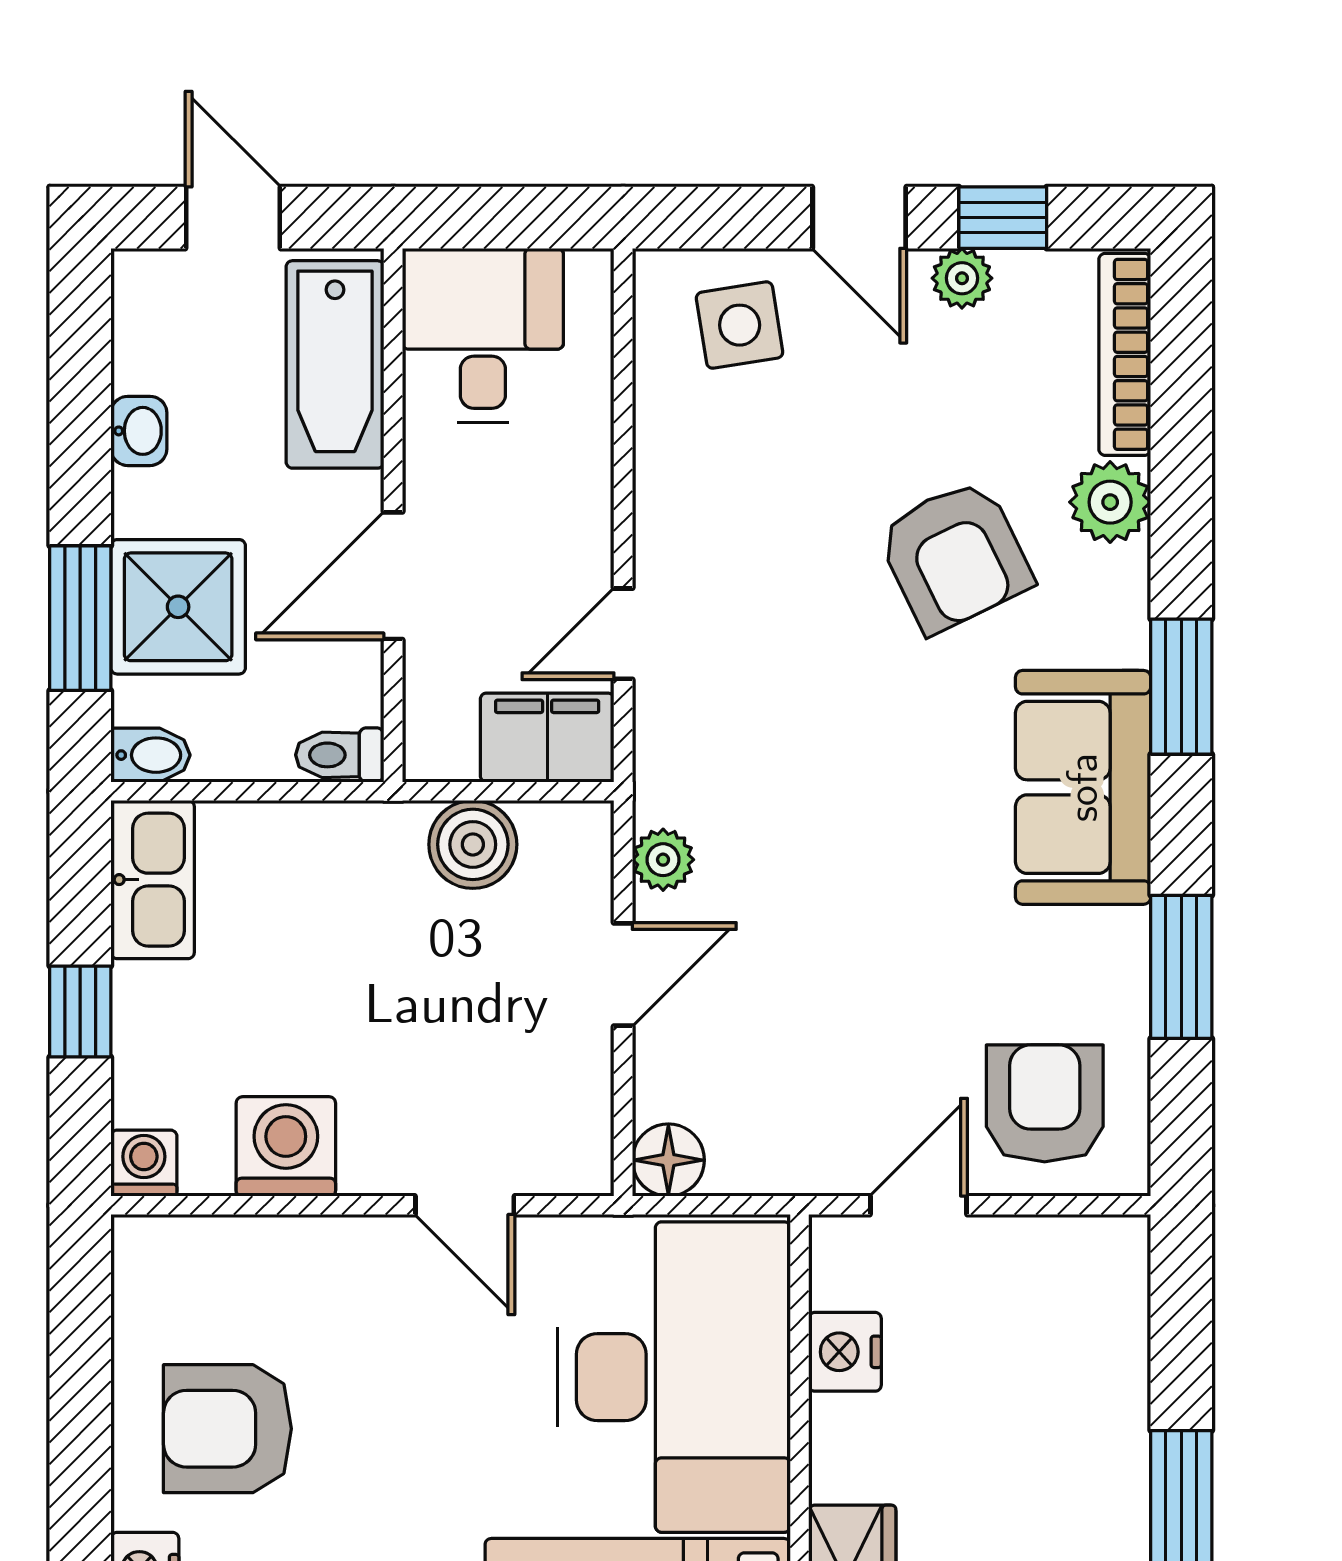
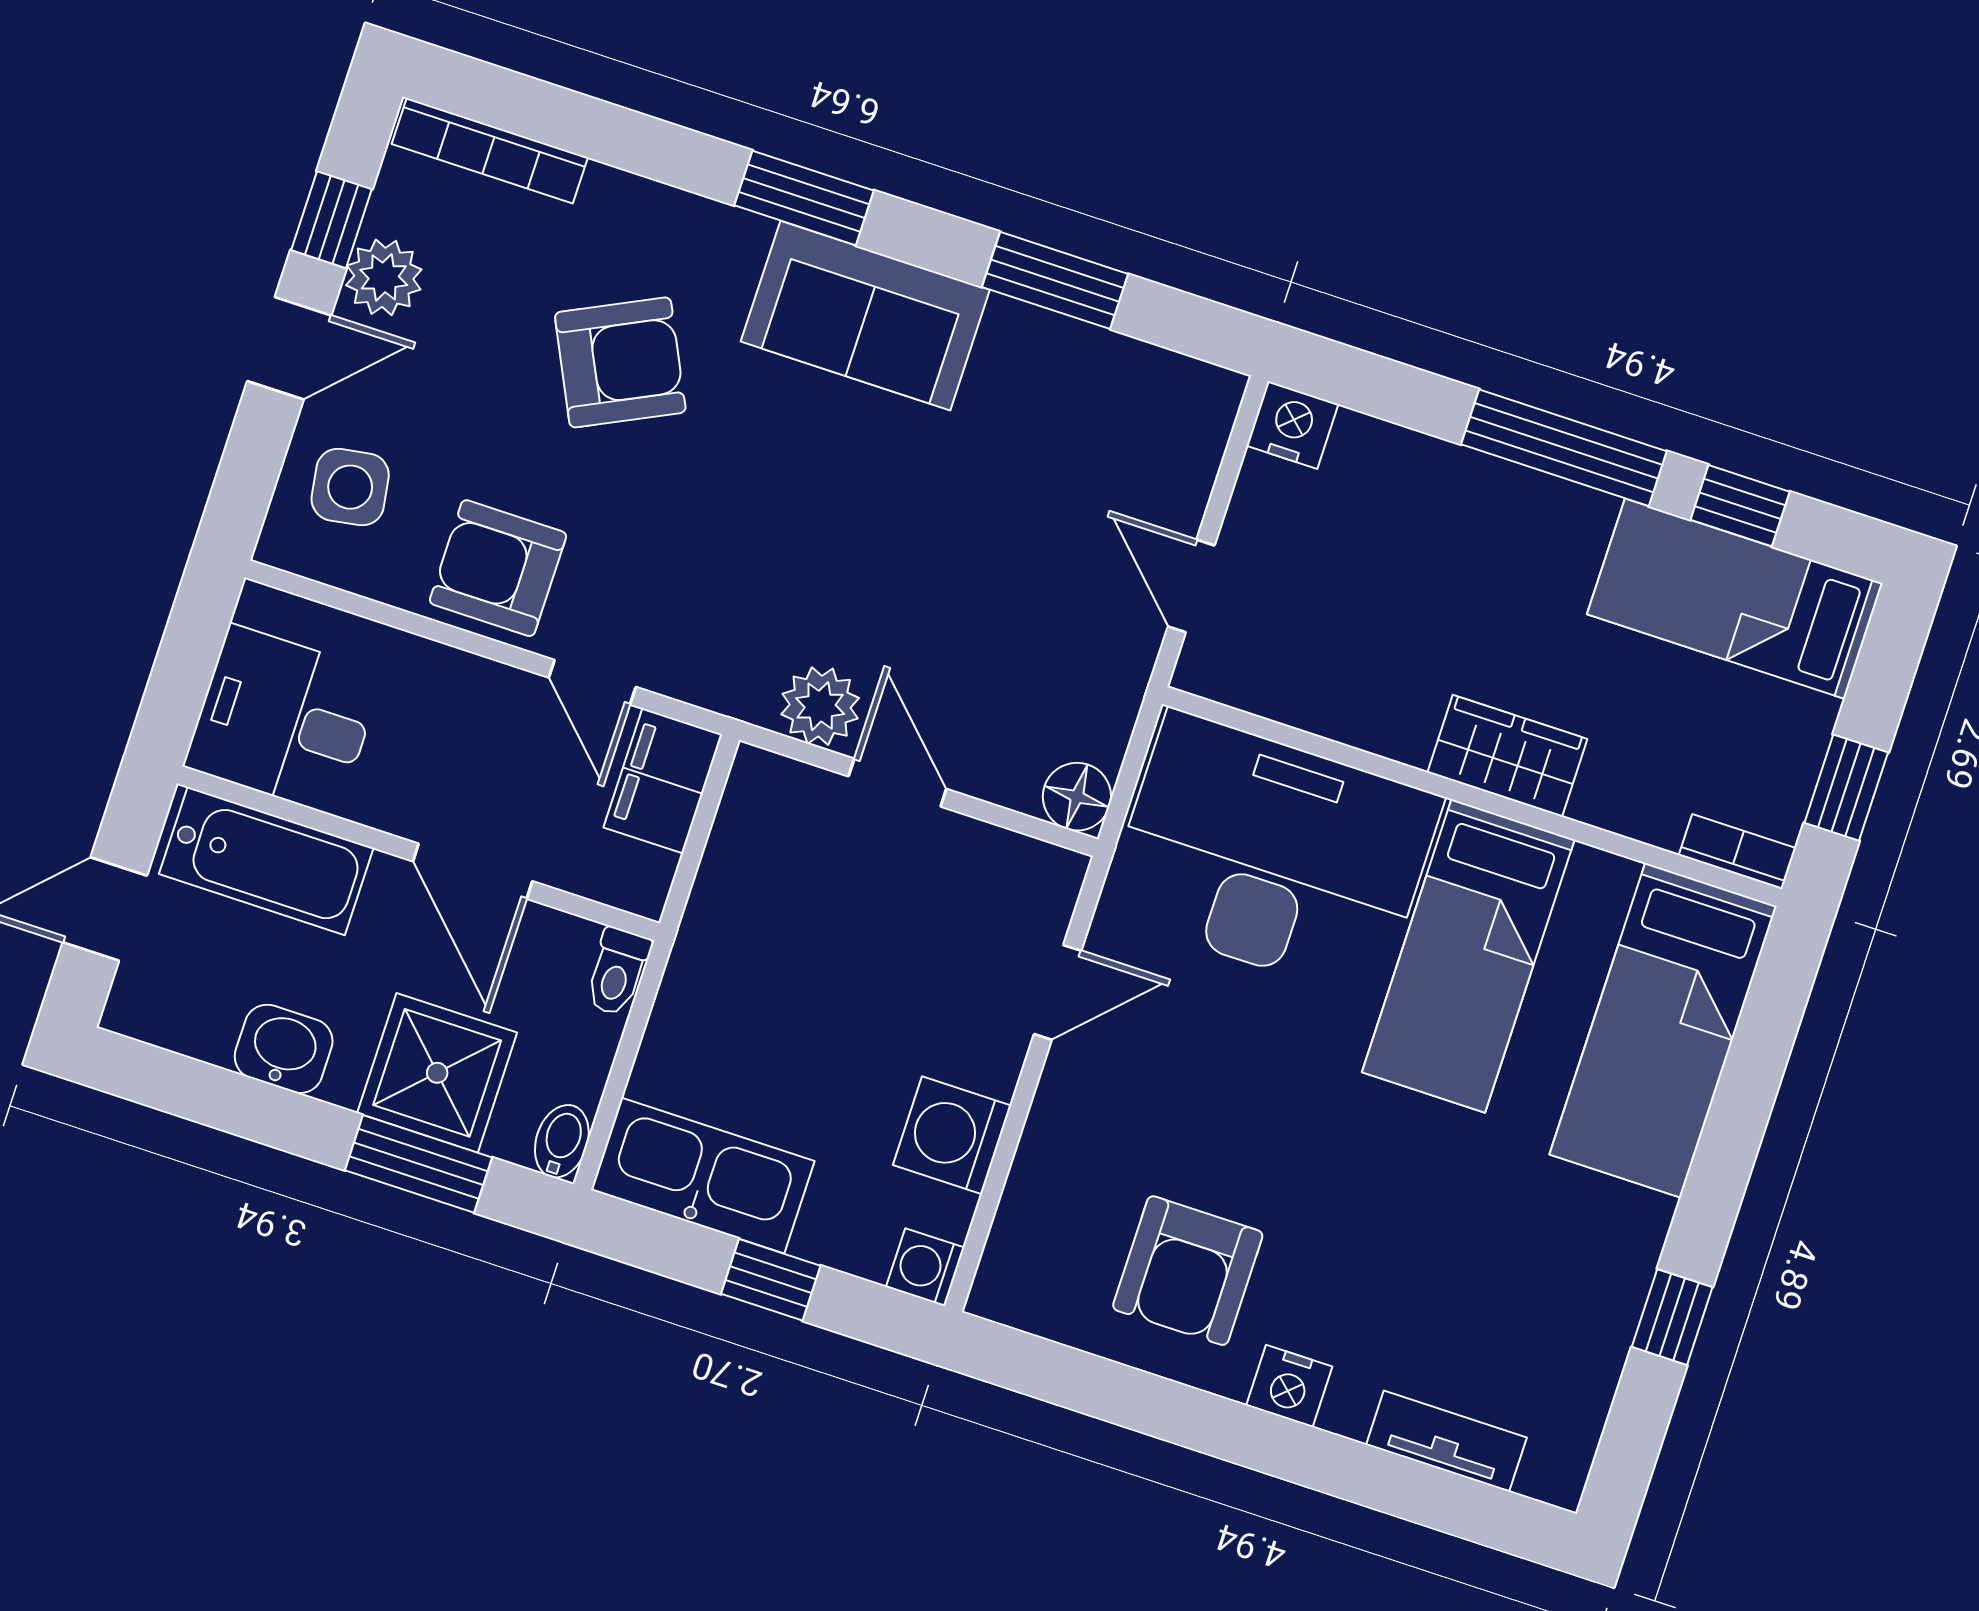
plant: (962, 278) -> (384, 277), width x1.38, depth x1.38
washbasin: (139, 431) -> (284, 1049), width x1.38, depth x1.45
plant: (1110, 502) -> (618, 207), removed
boiler: (473, 844) -> (737, 879), removed
plant: (663, 860) -> (820, 706), width x1.38, depth x1.38
kitchen sink: (153, 880) -> (703, 1175), width x1.36, depth x1.24
armchair: (1045, 1103) -> (498, 568), moved
nightstand: (845, 1352) -> (1292, 425), moved, turned 180

